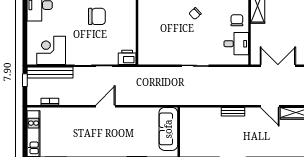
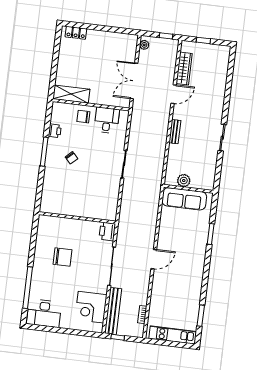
chair: (97, 16) -> (62, 257), turned 90
door: (106, 106) -> (154, 259), swing flipped
plant: (186, 126) -> (184, 181), added

